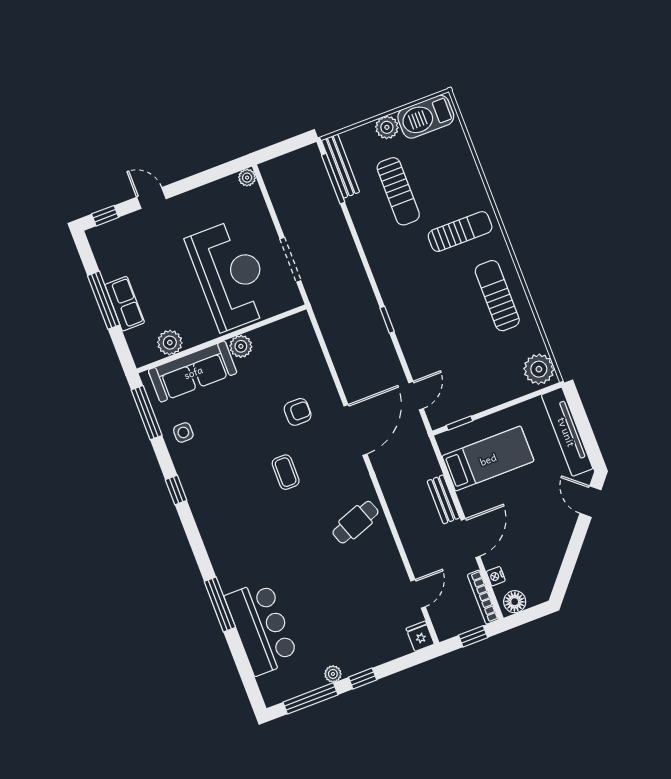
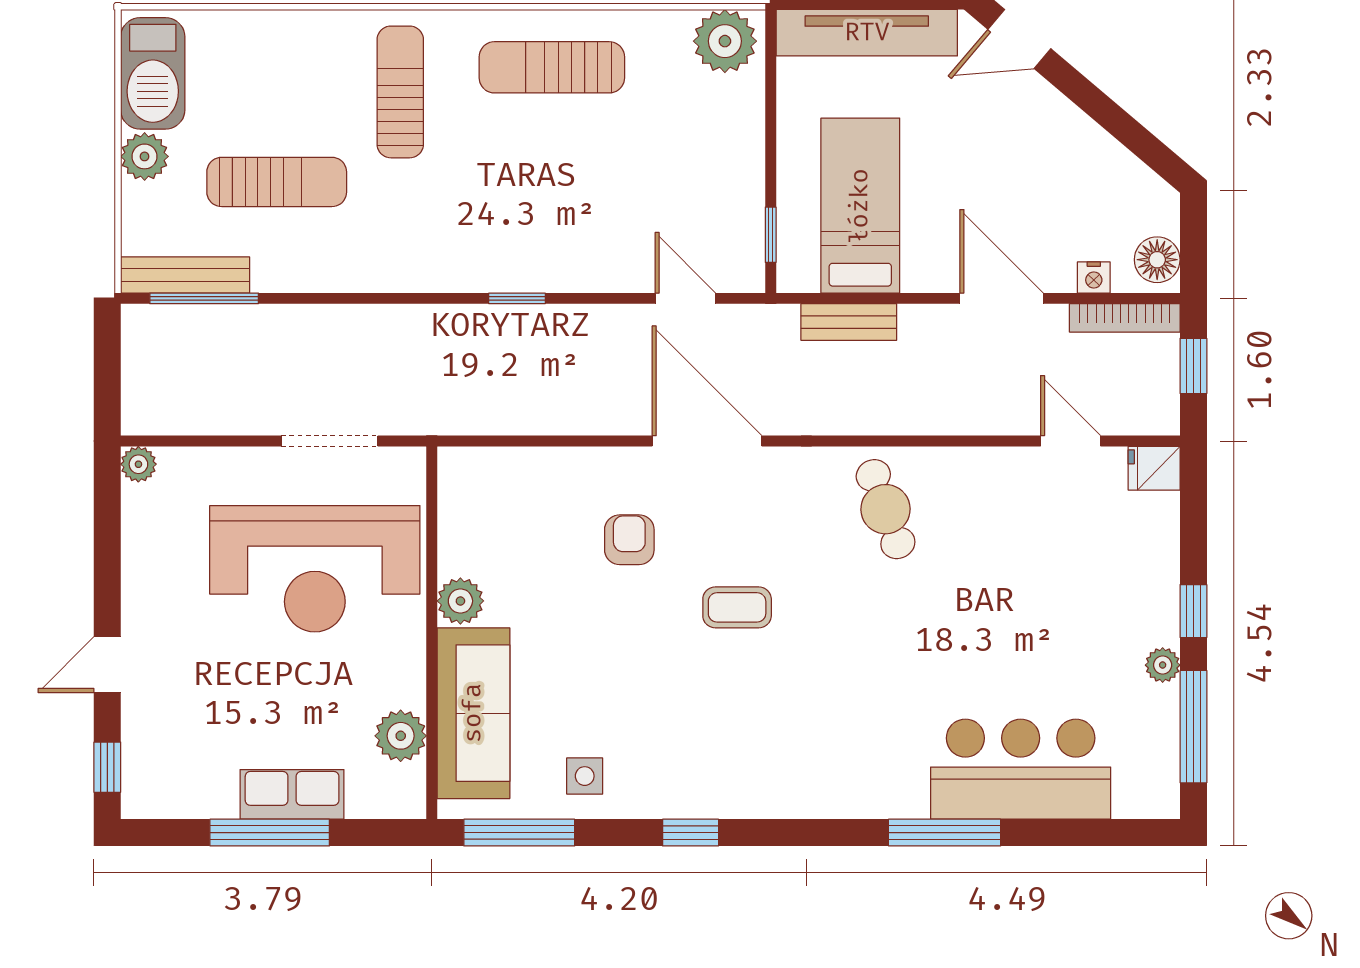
reception desk: (230, 275) -> (315, 569), turned 180
bench: (443, 499) -> (849, 322), moved

